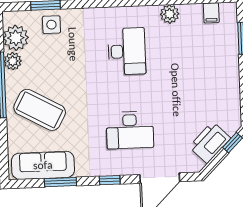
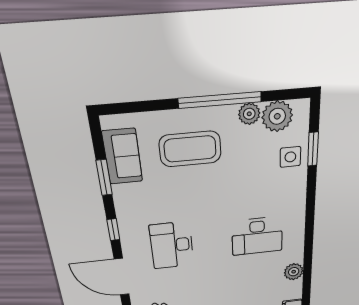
coffee table: (40, 110) -> (190, 149), turned 61
sofa: (43, 165) -> (122, 156), width x0.73

